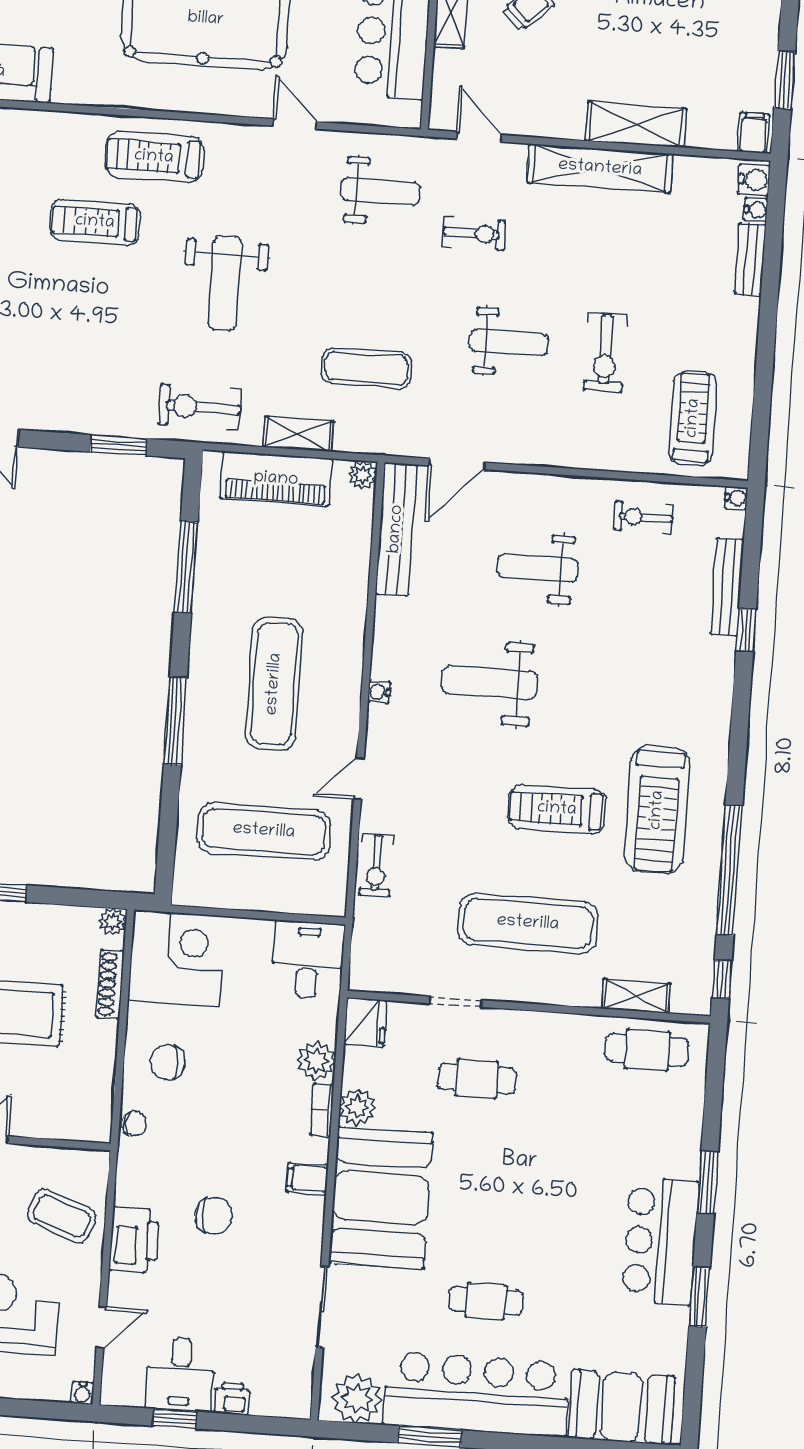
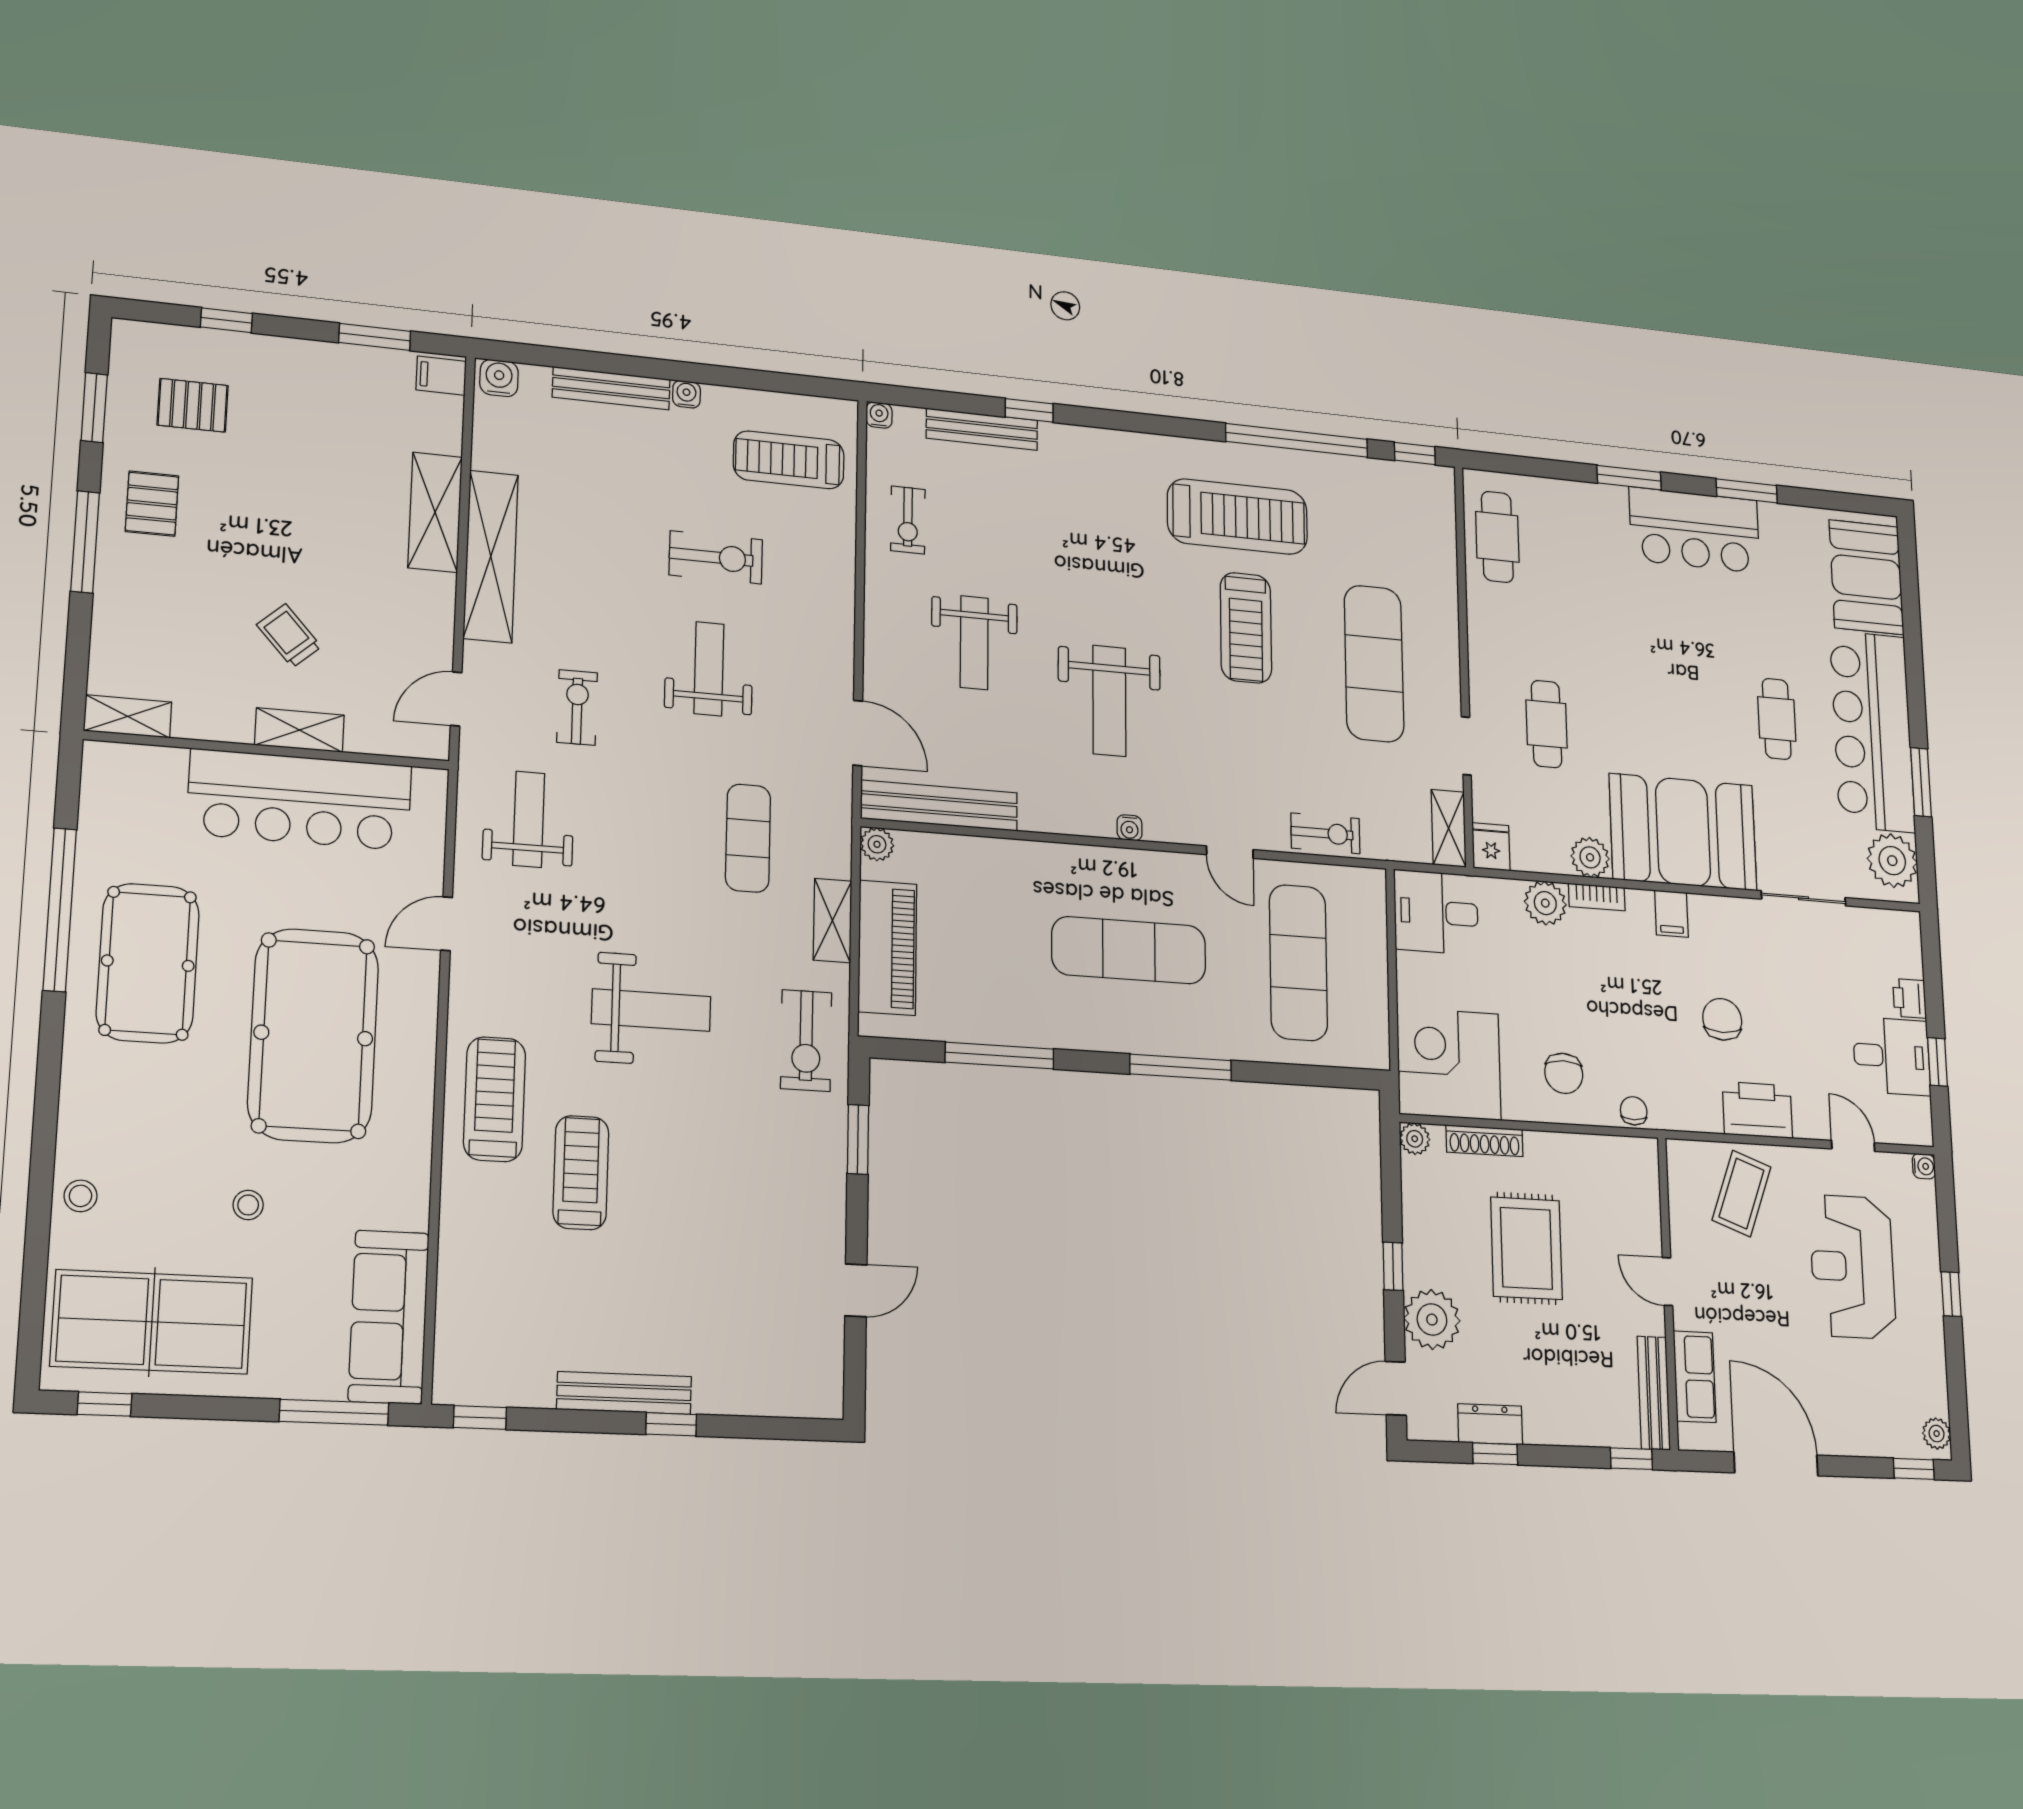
treadmill: (154, 157) -> (495, 1099), turned 180
water cooler: (756, 210) -> (686, 394), moved
treadmill: (95, 222) -> (581, 1173), turned 180
bench: (750, 259) -> (611, 388), width x1.36
shelving: (636, 996) -> (1449, 828), moved
fridge: (365, 1022) -> (1491, 847), width x0.72

